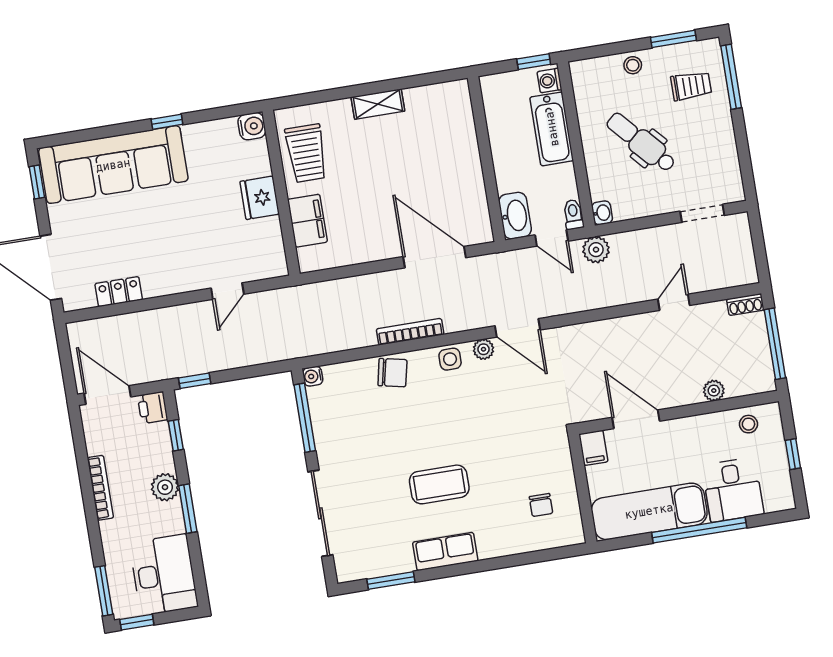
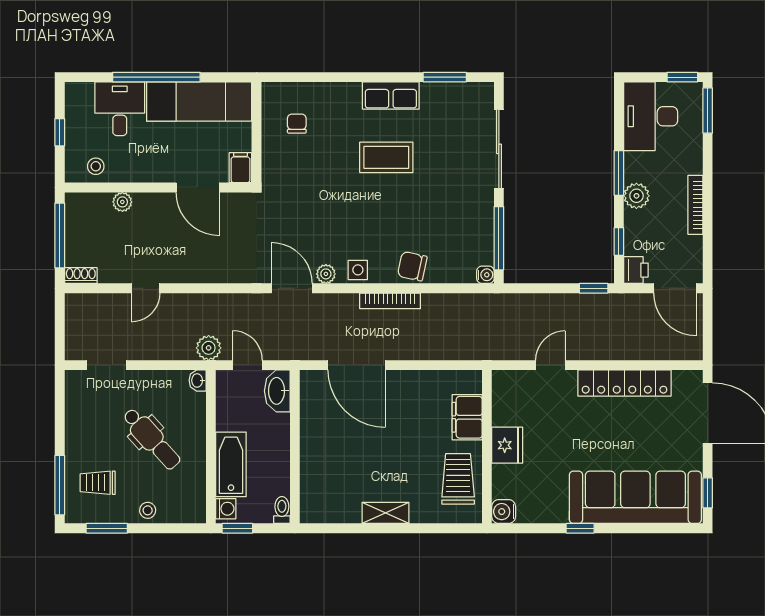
toilet: (573, 214) -> (282, 510), moved, turned 180
locker: (119, 292) -> (624, 383), width x2.16, depth x1.21

